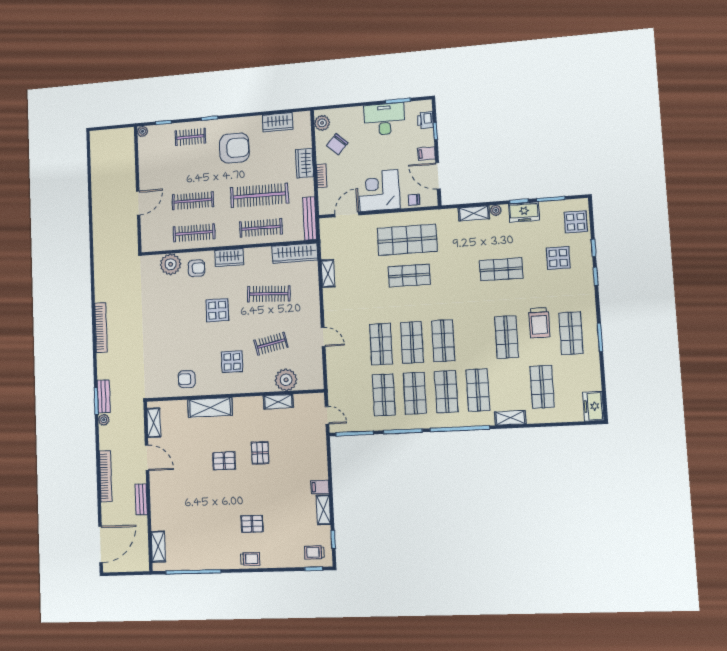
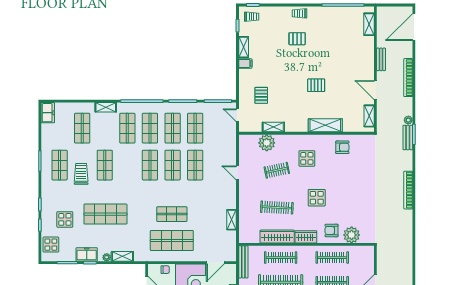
wardrobe: (295, 253) -> (277, 237), moved
shop shelf: (501, 269) -> (105, 214), width x1.43, depth x1.36
pallet: (260, 453) -> (261, 95), moved

